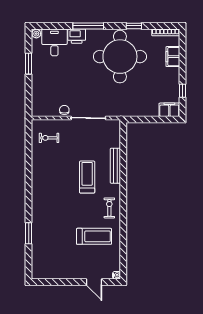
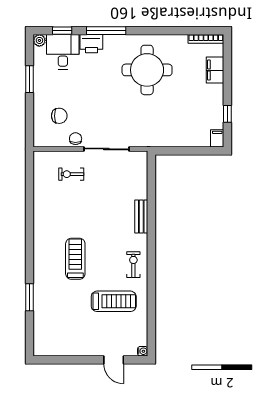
window: (134, 26) -> (62, 31), moved
round table: (120, 57) -> (147, 70), width x0.73, depth x0.73
chair: (52, 92) -> (59, 116), added
filing cabinet: (169, 110) -> (217, 138), width x0.50
exercise bike: (49, 138) -> (71, 174), moved
bench: (115, 166) -> (141, 216), width x0.73
treadmill: (87, 177) -> (75, 259), moved

